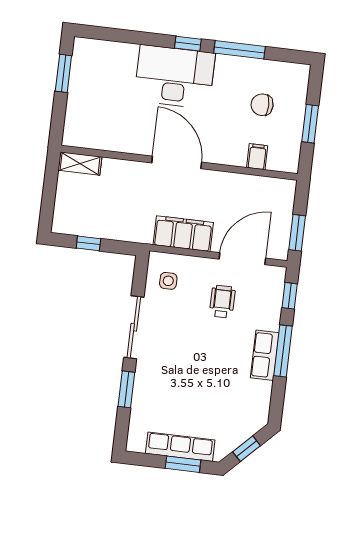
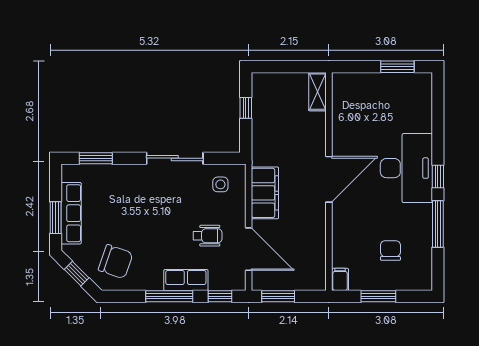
filing cabinet: (257, 157) -> (340, 279), moved, turned -90
row of seats: (265, 355) -> (186, 280), moved
window: (126, 389) -> (96, 158), moved
chair: (239, 405) -> (116, 262), added

